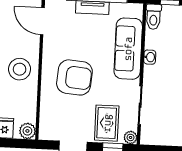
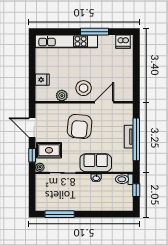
door: (42, 21) -> (104, 102), moved
sofa: (128, 49) -> (96, 163), width x0.73
plant: (27, 131) -> (62, 96), moved

